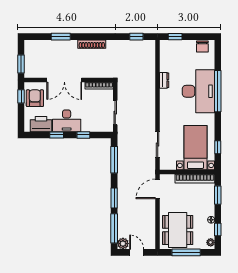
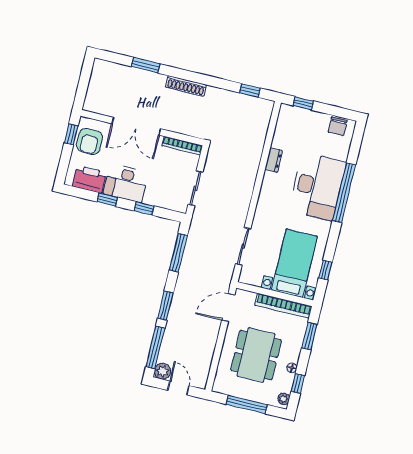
window: (21, 64) -> (82, 90), removed
armchair: (35, 98) -> (89, 141), turned 180
dining table: (178, 230) -> (256, 355), moved

